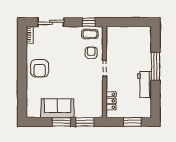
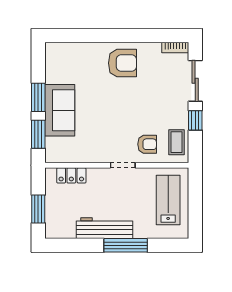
window: (89, 22) -> (195, 120), moved
lab bench: (127, 39) -> (168, 200), added
armchair: (40, 68) -> (123, 63), turned 180
workbench: (145, 85) -> (105, 228), width x1.37
sofa: (57, 108) -> (60, 110), moved

